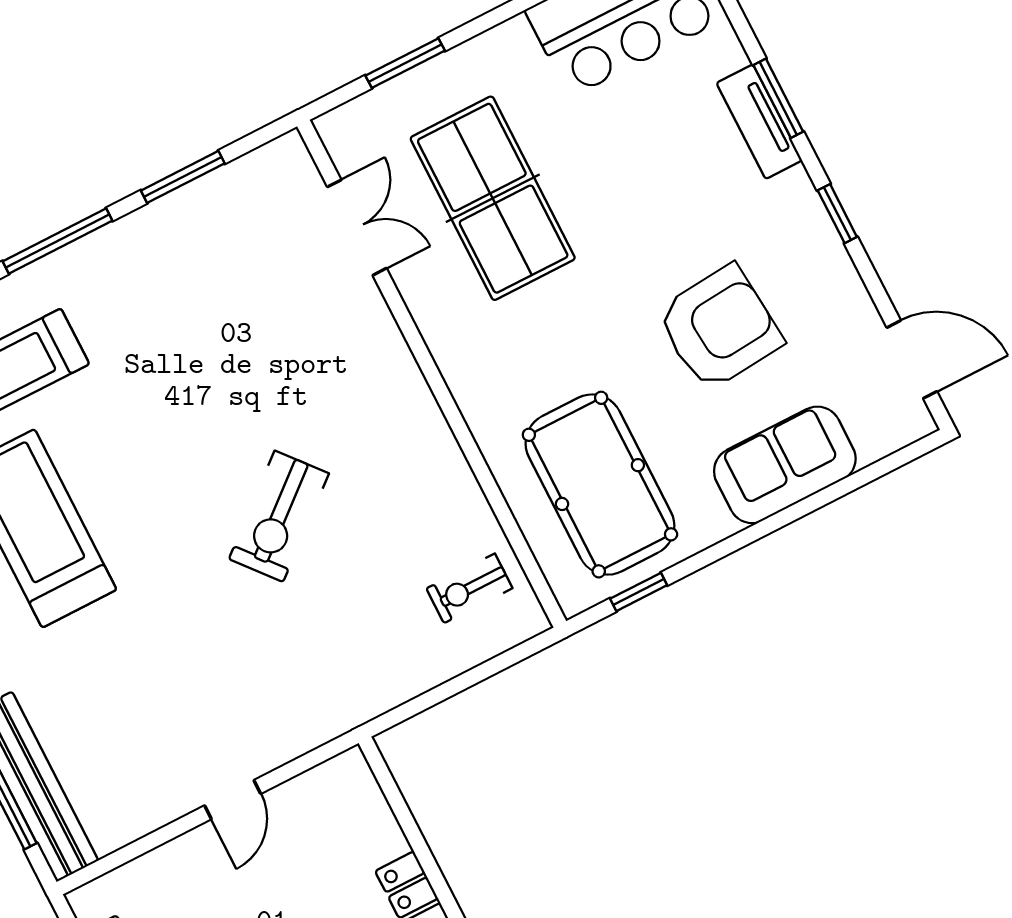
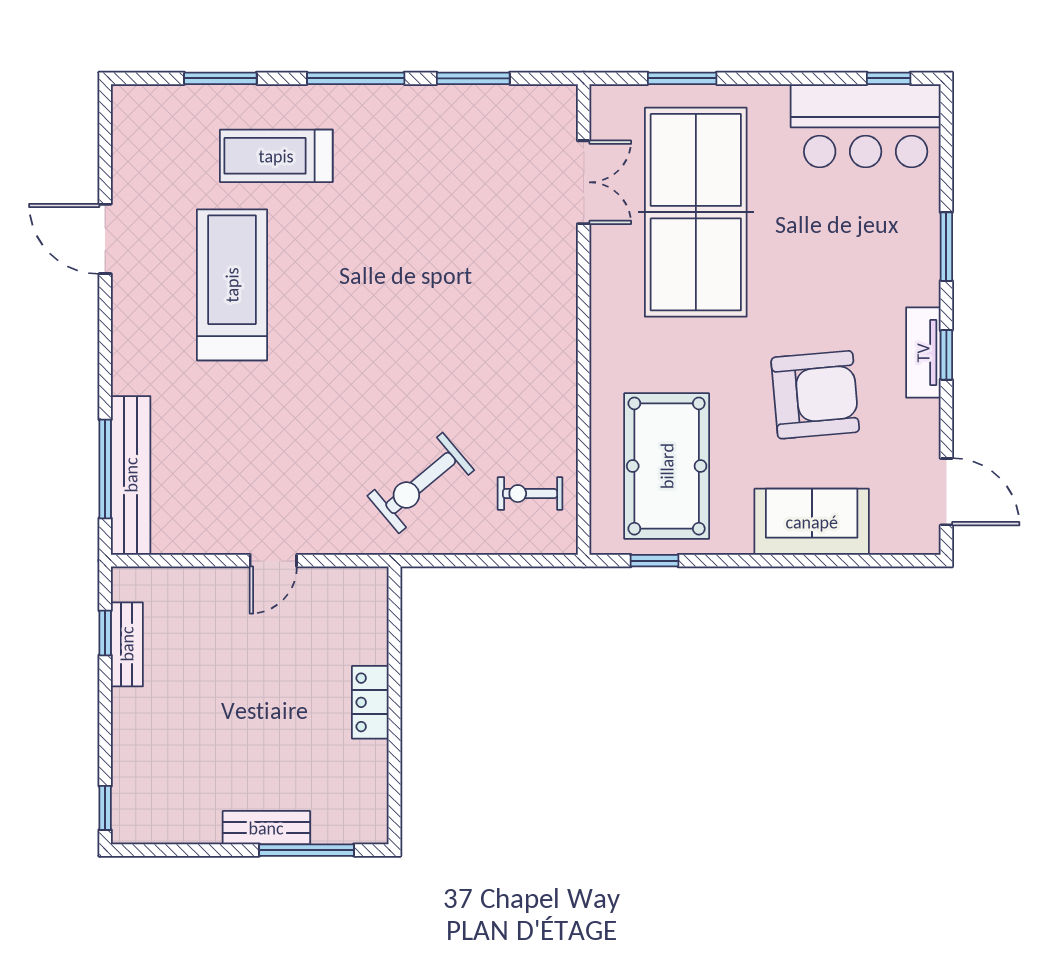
tv unit: (759, 122) -> (923, 353), moved
table tennis table: (493, 198) -> (696, 212), width x1.36, depth x1.32
exercise bike: (279, 516) -> (421, 483), moved

